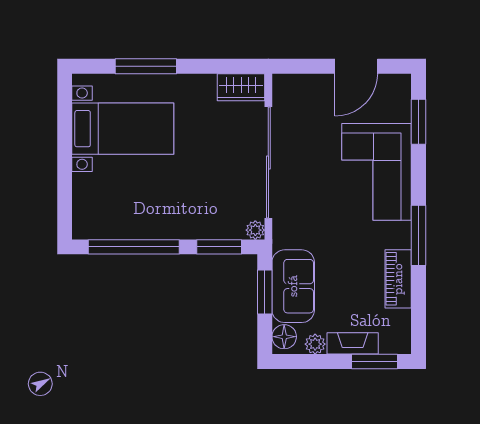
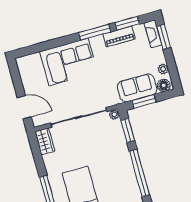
door: (356, 66) -> (24, 107), moved
window: (419, 122) -> (127, 23), moved
fireplace: (353, 343) -> (153, 34), moved

